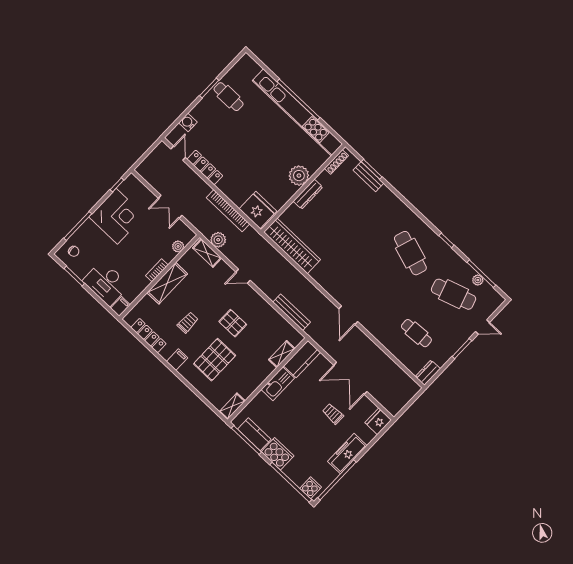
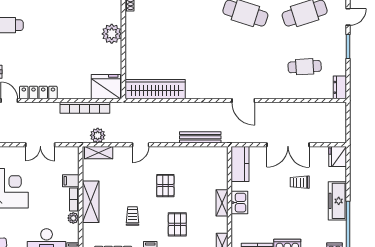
dresser: (308, 194) -> (131, 41), removed
plant: (178, 246) -> (73, 218), moved
filing cabinet: (167, 254) -> (71, 181), added
pallet: (233, 323) -> (165, 186), turned 90
shelving: (282, 354) -> (222, 203), moved
pallet: (215, 360) -> (177, 224), width x0.67, depth x0.71
kitchen sink: (278, 384) -> (239, 203), width x0.73

